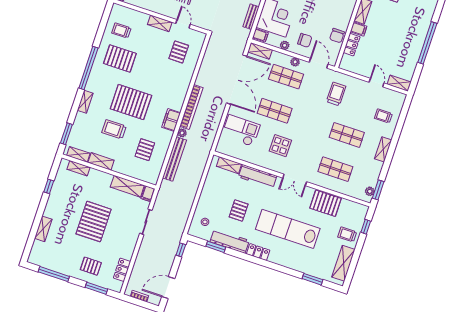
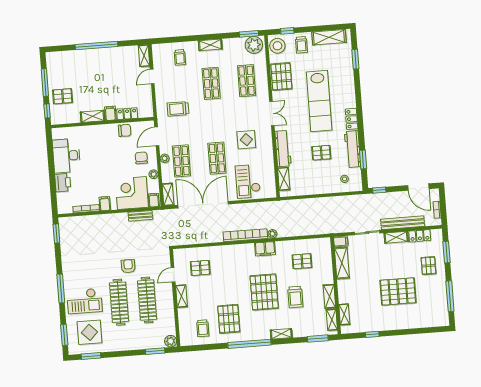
bench: (174, 159) -> (403, 223), moved
plant: (370, 191) -> (254, 45), width x1.88, depth x1.88
stool: (356, 212) -> (277, 46), added
pallet: (94, 222) -> (398, 291), moved
shelving: (43, 229) -> (396, 237), moved

